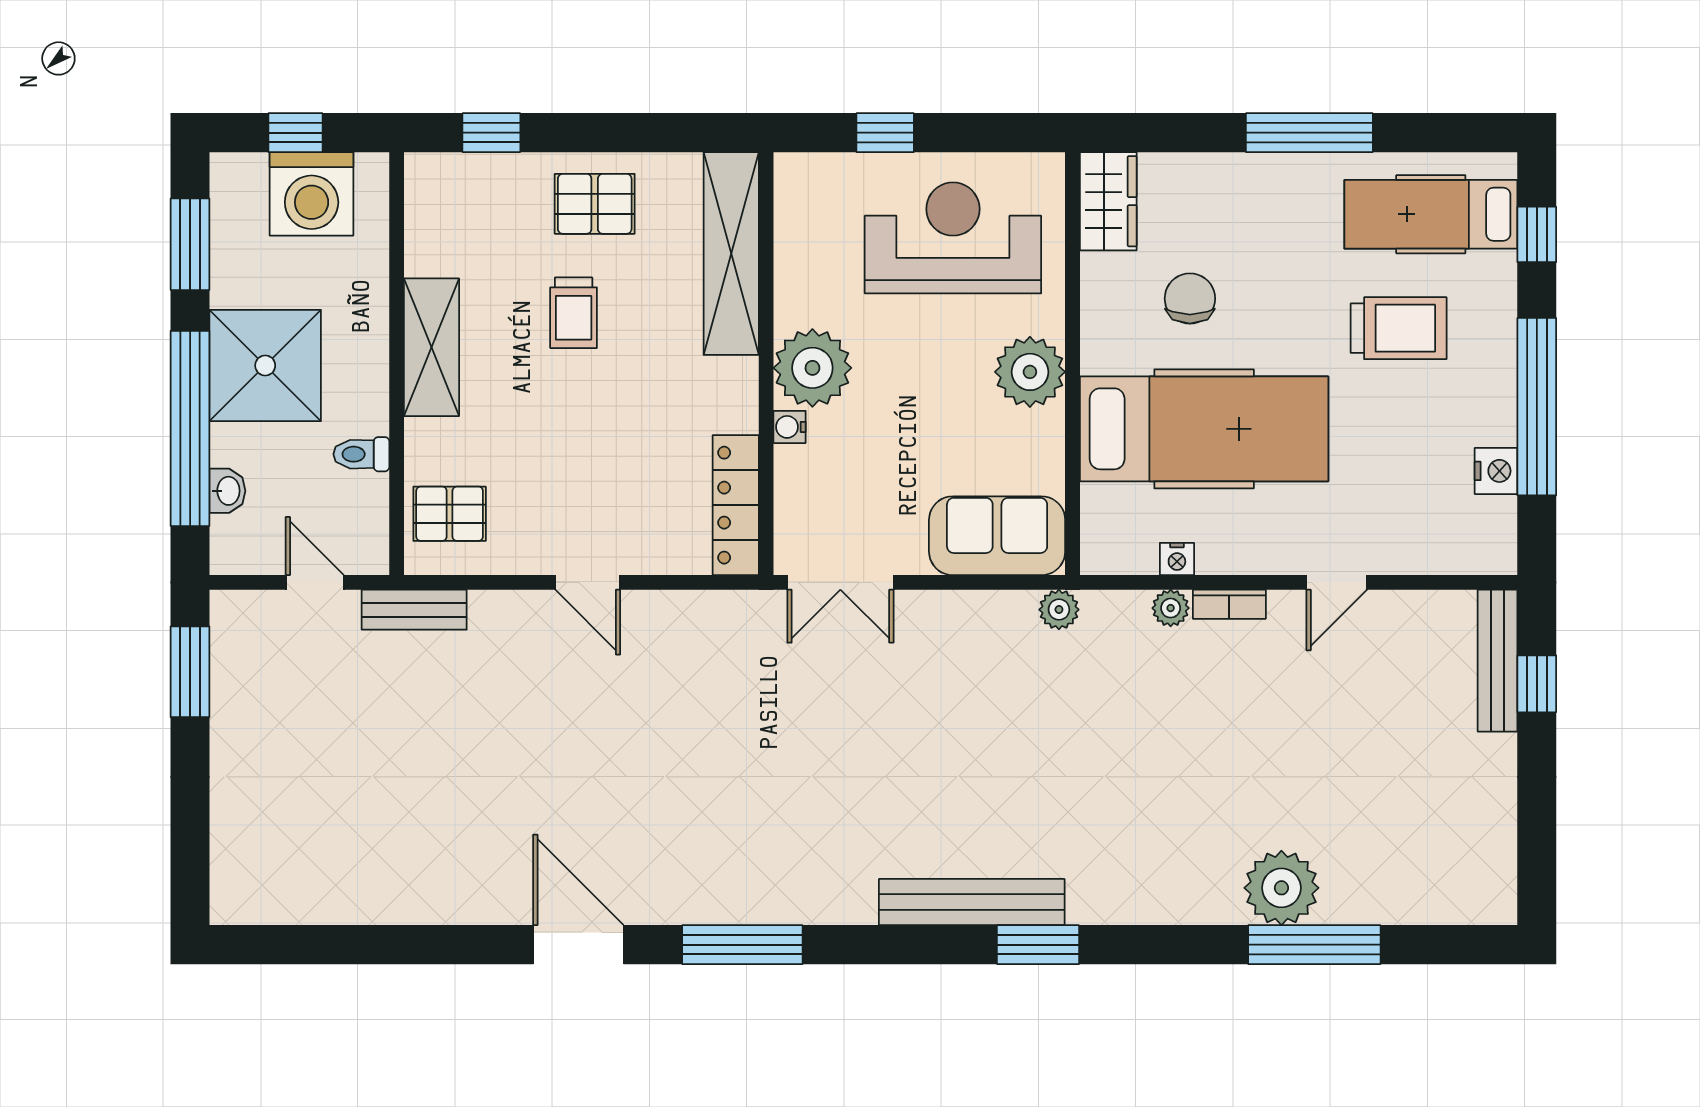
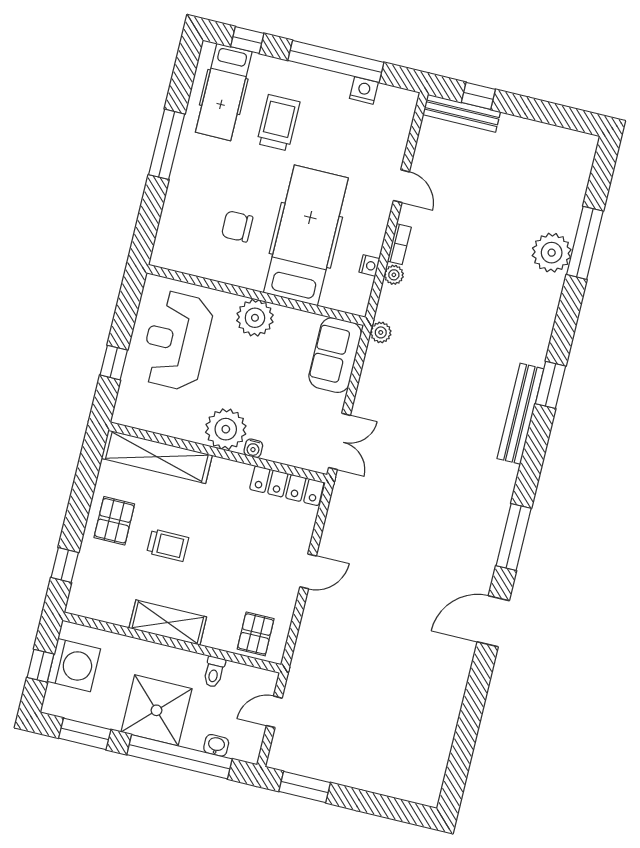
wardrobe: (1108, 201) -> (177, 256), removed
bench: (414, 610) -> (301, 664), removed

